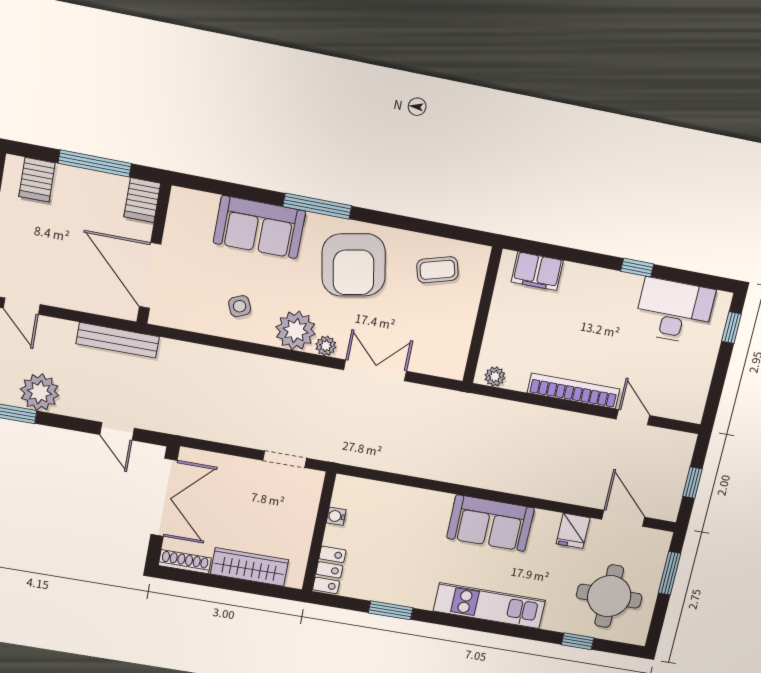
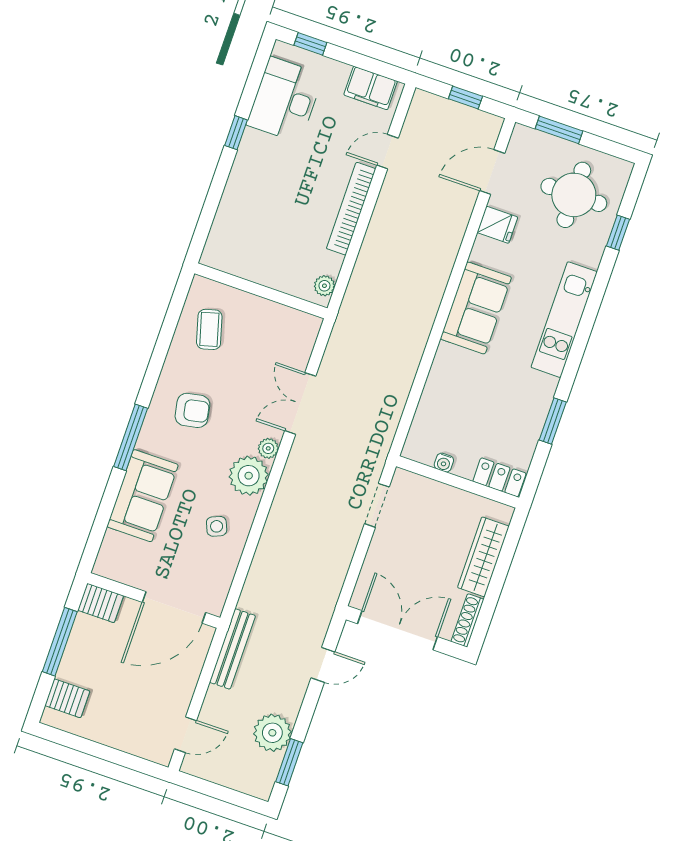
armchair: (354, 265) -> (192, 410), width x0.53, depth x0.53
filing cabinet: (537, 271) -> (371, 88), moved, turned 90

